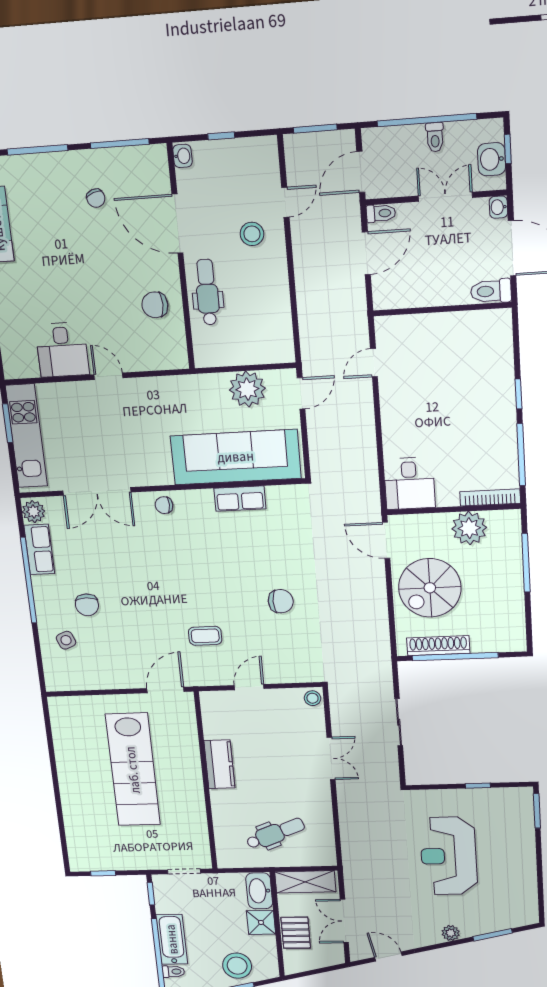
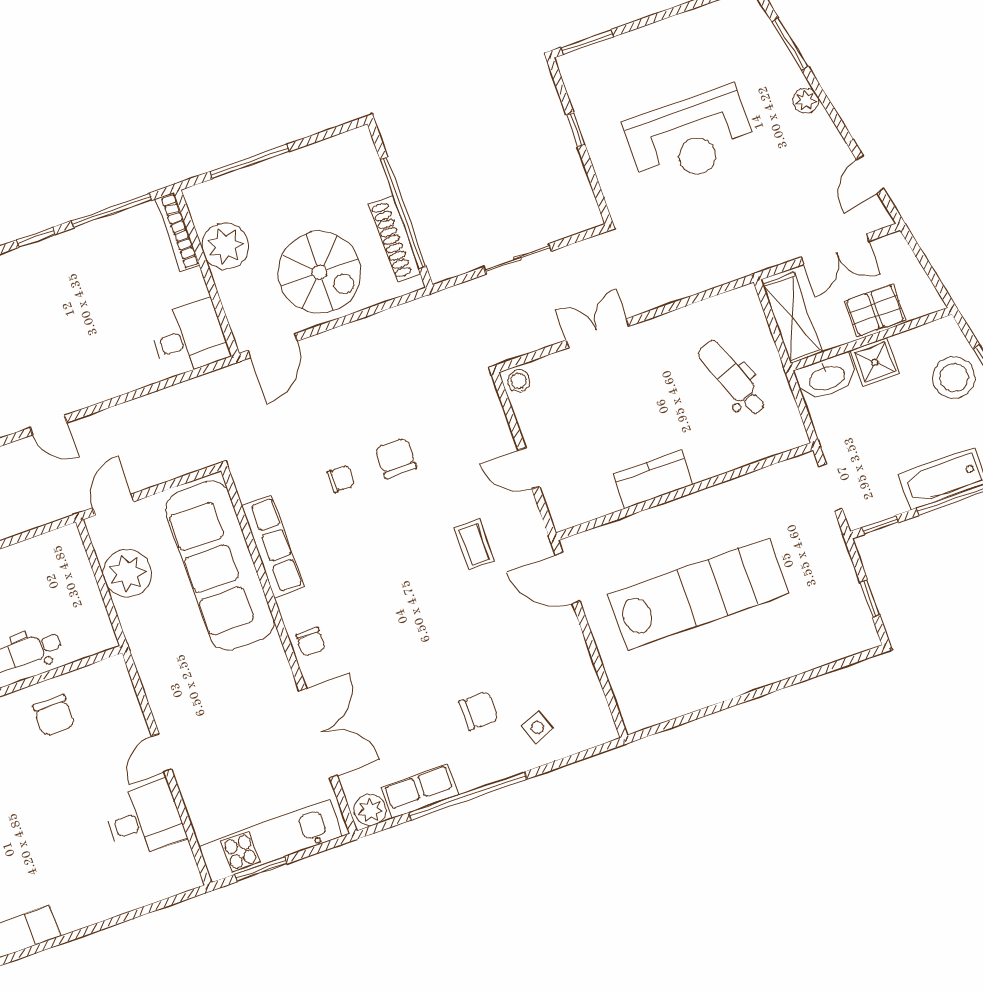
door: (301, 393) -> (113, 505), hinge flipped
row of seats: (240, 499) -> (273, 546), width x1.48
chair: (276, 560) -> (341, 479), added

